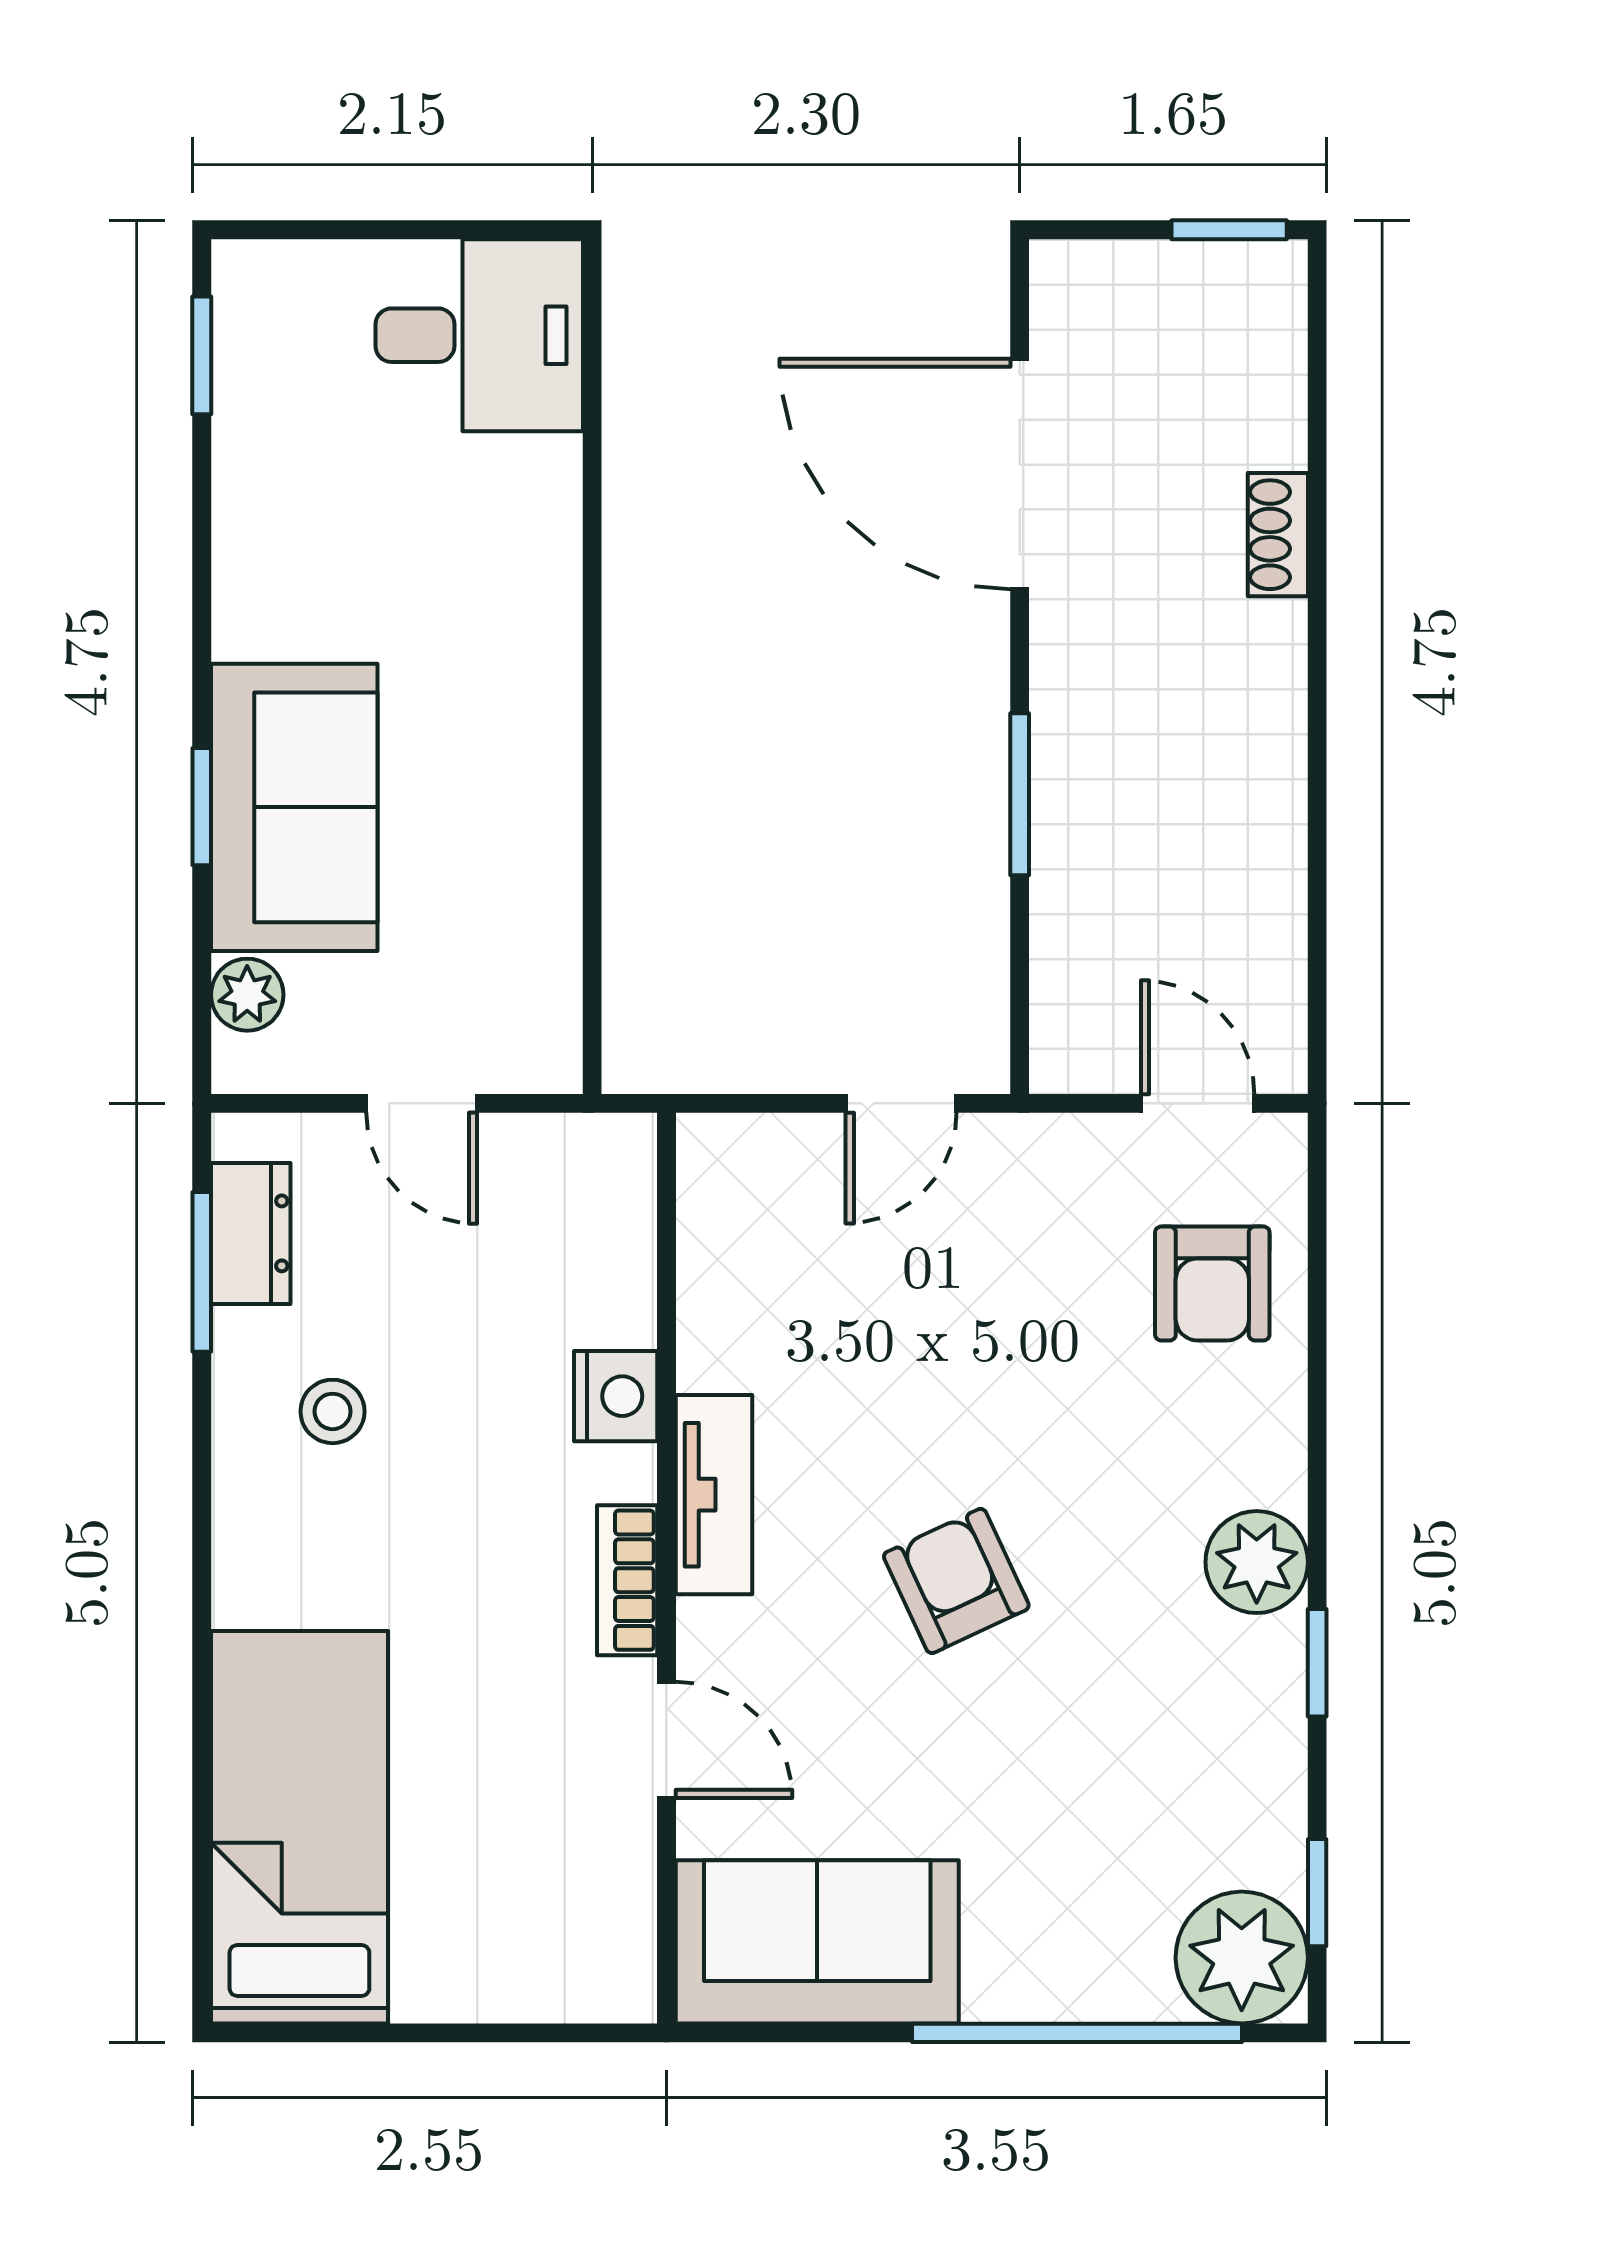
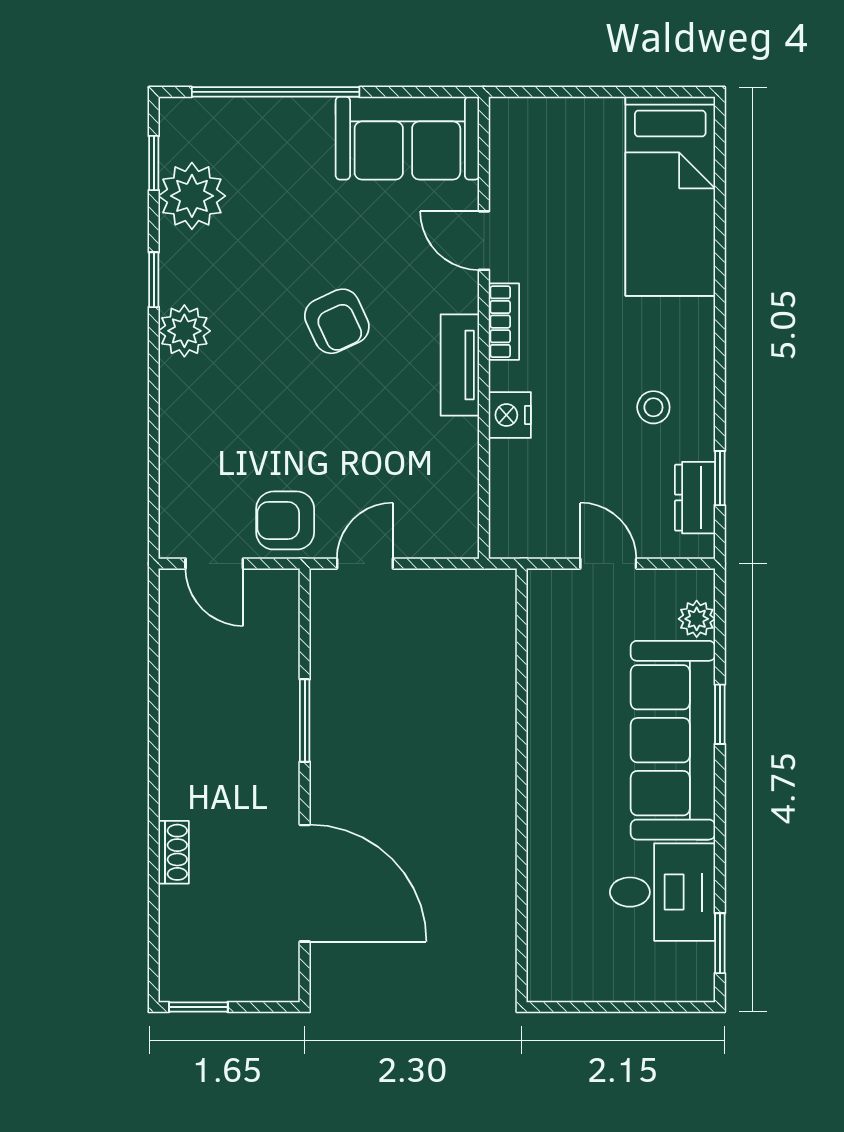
desk: (479, 335) -> (662, 892), moved, turned 180
sofa: (294, 807) -> (673, 740), width x1.36
window: (202, 1272) -> (720, 478), width x0.67
armchair: (1212, 1283) -> (285, 520), moved, turned -90
plant: (1242, 1958) -> (192, 196), moved

